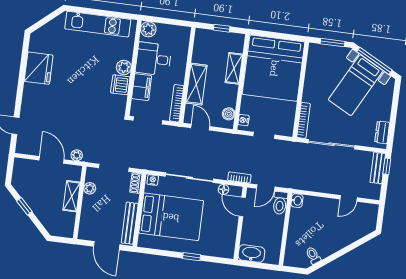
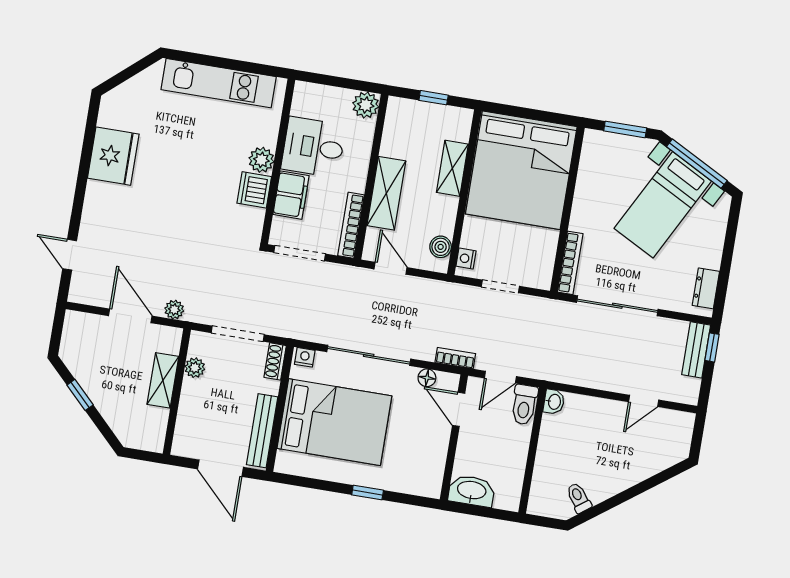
plant: (148, 29) -> (366, 105), moved

